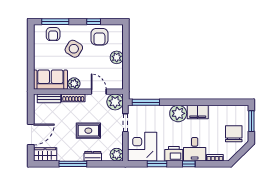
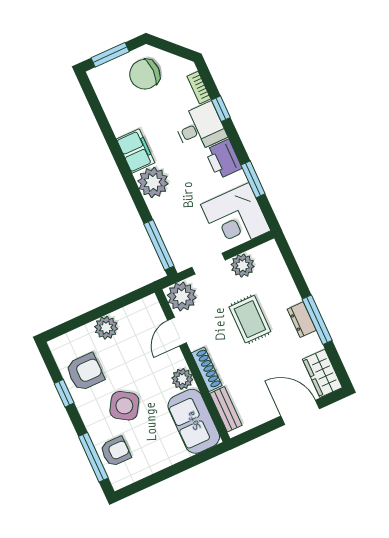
plant: (117, 155) -> (243, 266), moved
dresser: (93, 156) -> (302, 320), moved
window: (189, 164) -> (221, 109), moved

